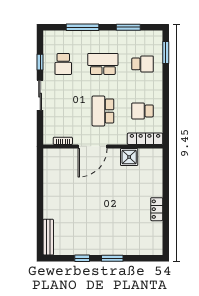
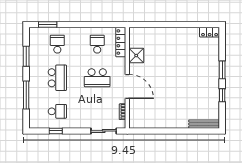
school desk: (103, 64) -> (57, 78), turned 180
sliding door: (40, 95) -> (104, 131), moved
school desk: (143, 111) -> (97, 44), turned 180
locker: (157, 209) -> (210, 32), moved

